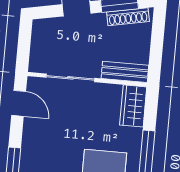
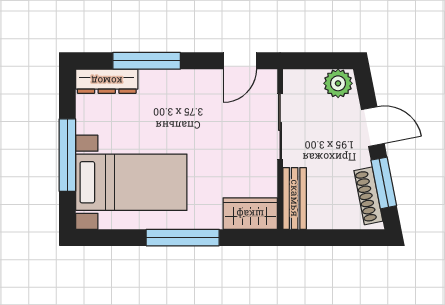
plant: (42, 32) -> (338, 83), added

